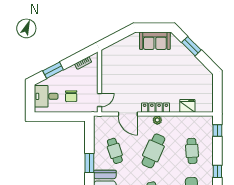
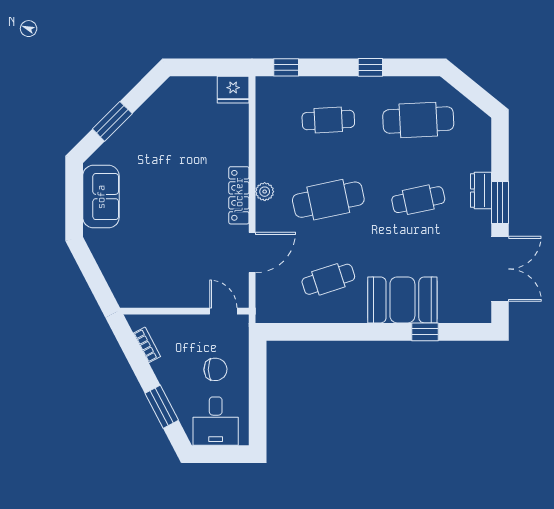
fridge: (187, 106) -> (233, 90), moved, turned -90
cafe table: (153, 151) -> (328, 200), turned -36
window: (89, 163) -> (353, 332), removed

